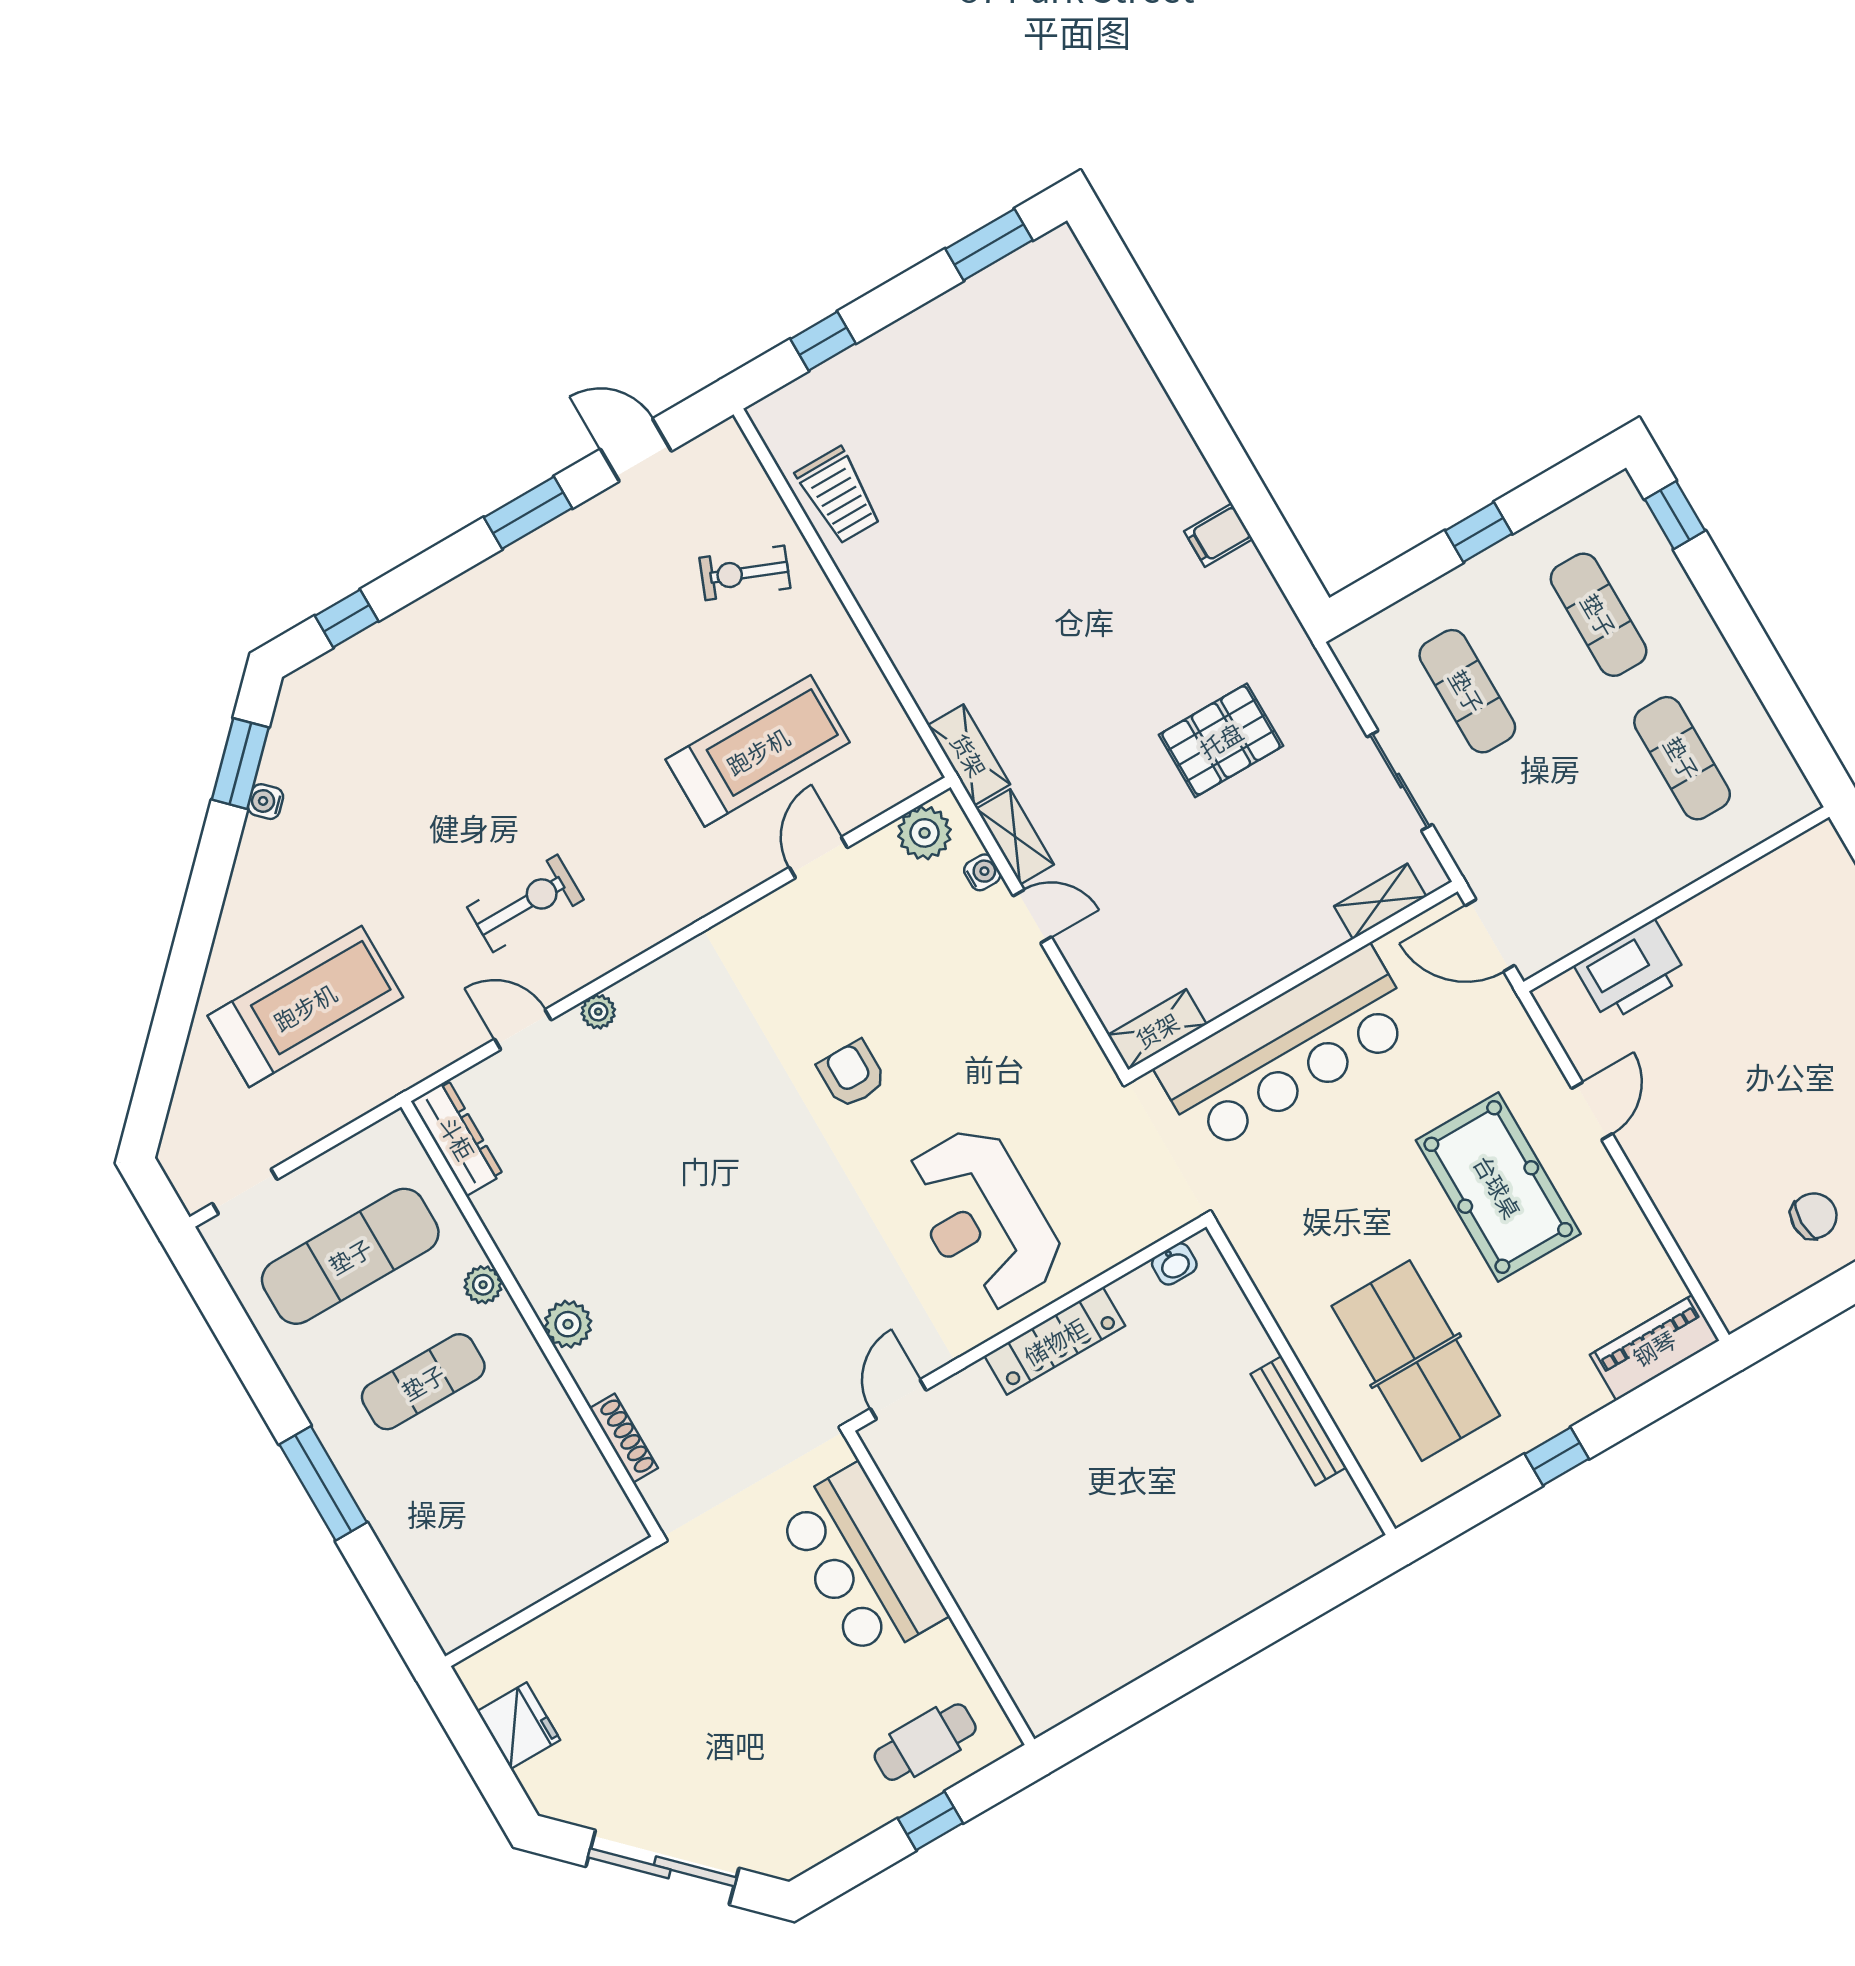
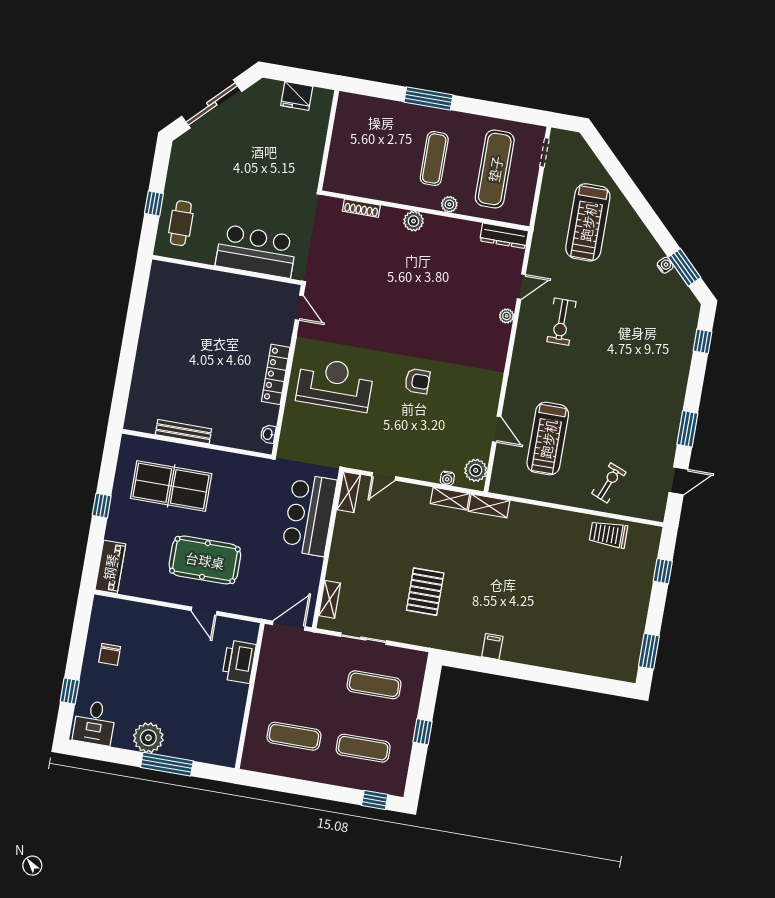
door: (1032, 916) -> (384, 476), moved
bar counter: (1287, 1050) -> (309, 515), width x0.73

